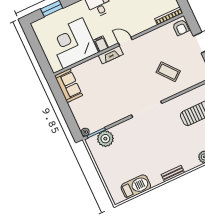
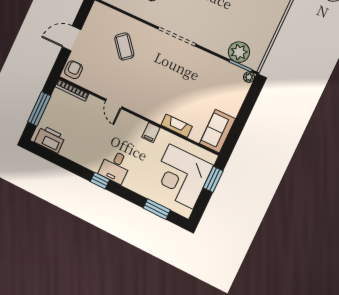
door: (125, 41) -> (114, 104), moved
corner desk: (73, 43) -> (181, 176), moved, turned 90
fireplace: (111, 55) -> (177, 126), moved
window: (42, 59) -> (213, 179), added

